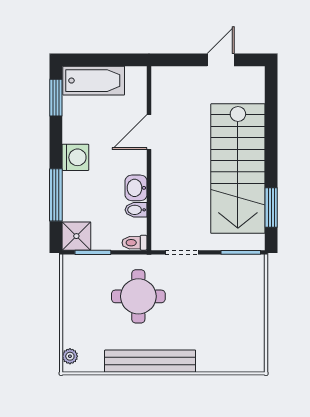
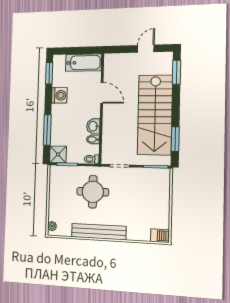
bathtub: (94, 81) -> (84, 63), moved
window: (271, 100) -> (176, 72), added
door: (149, 132) -> (102, 93), swing flipped
washing machine: (75, 157) -> (59, 95), moved
barbecue: (250, 362) -> (160, 236), added

